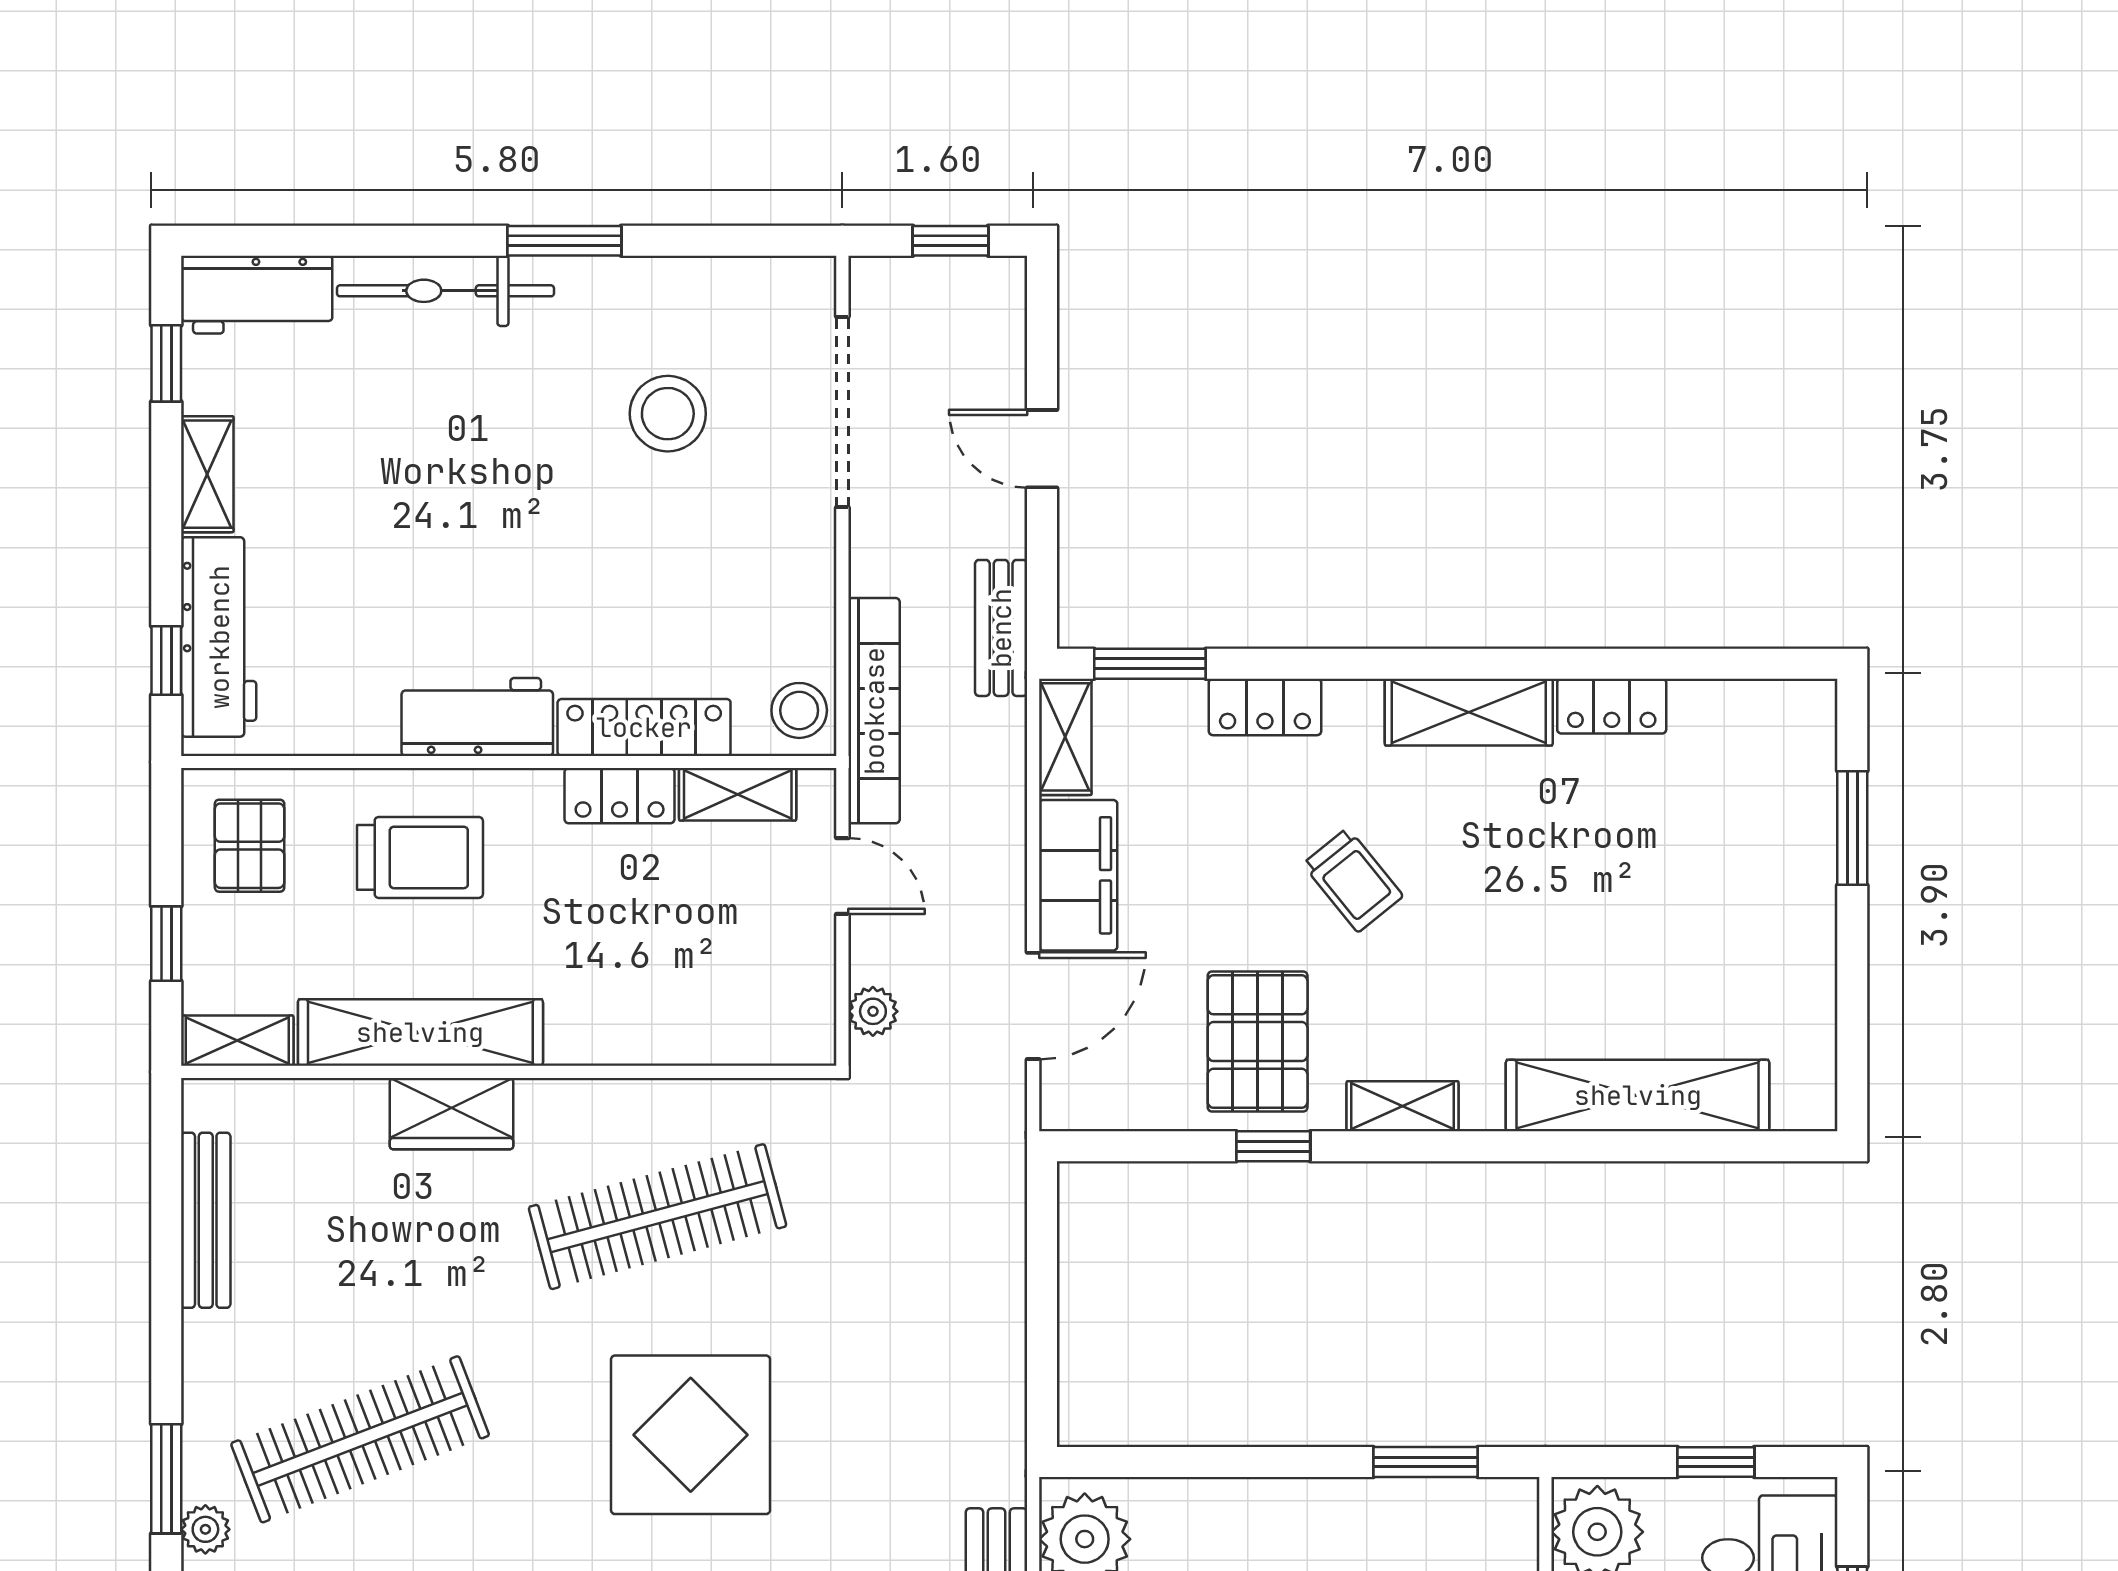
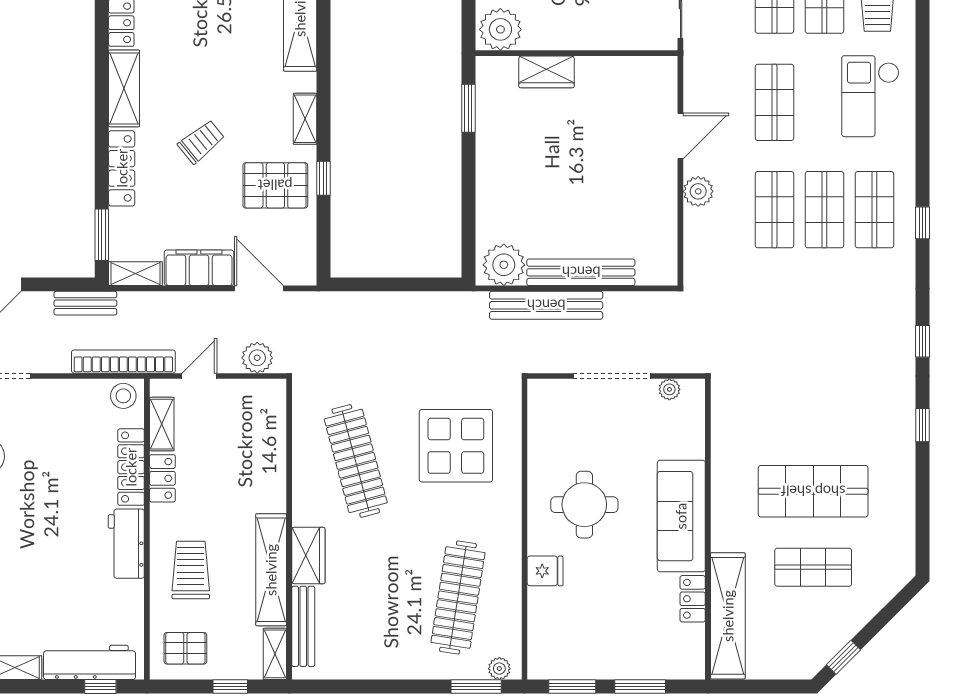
locker: (1265, 707) -> (122, 168), width x1.53
plant: (873, 1011) -> (257, 358), width x1.38, depth x1.38
bench: (206, 1220) -> (303, 626), moved, turned 90
clothes rail: (360, 1439) -> (458, 597), turned 30

